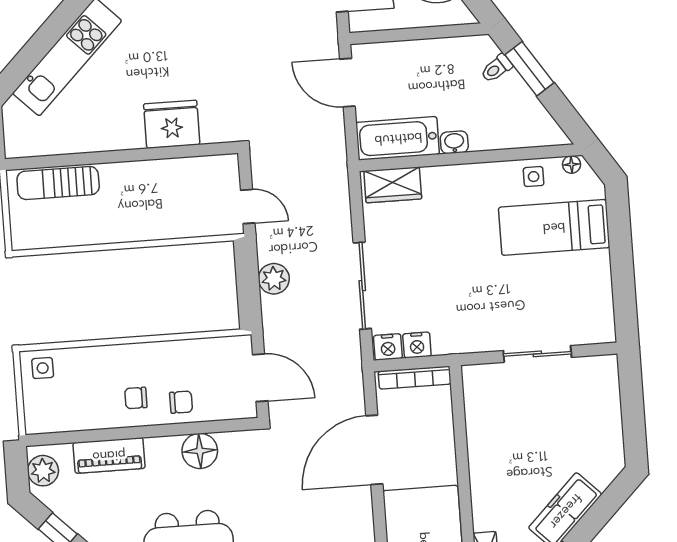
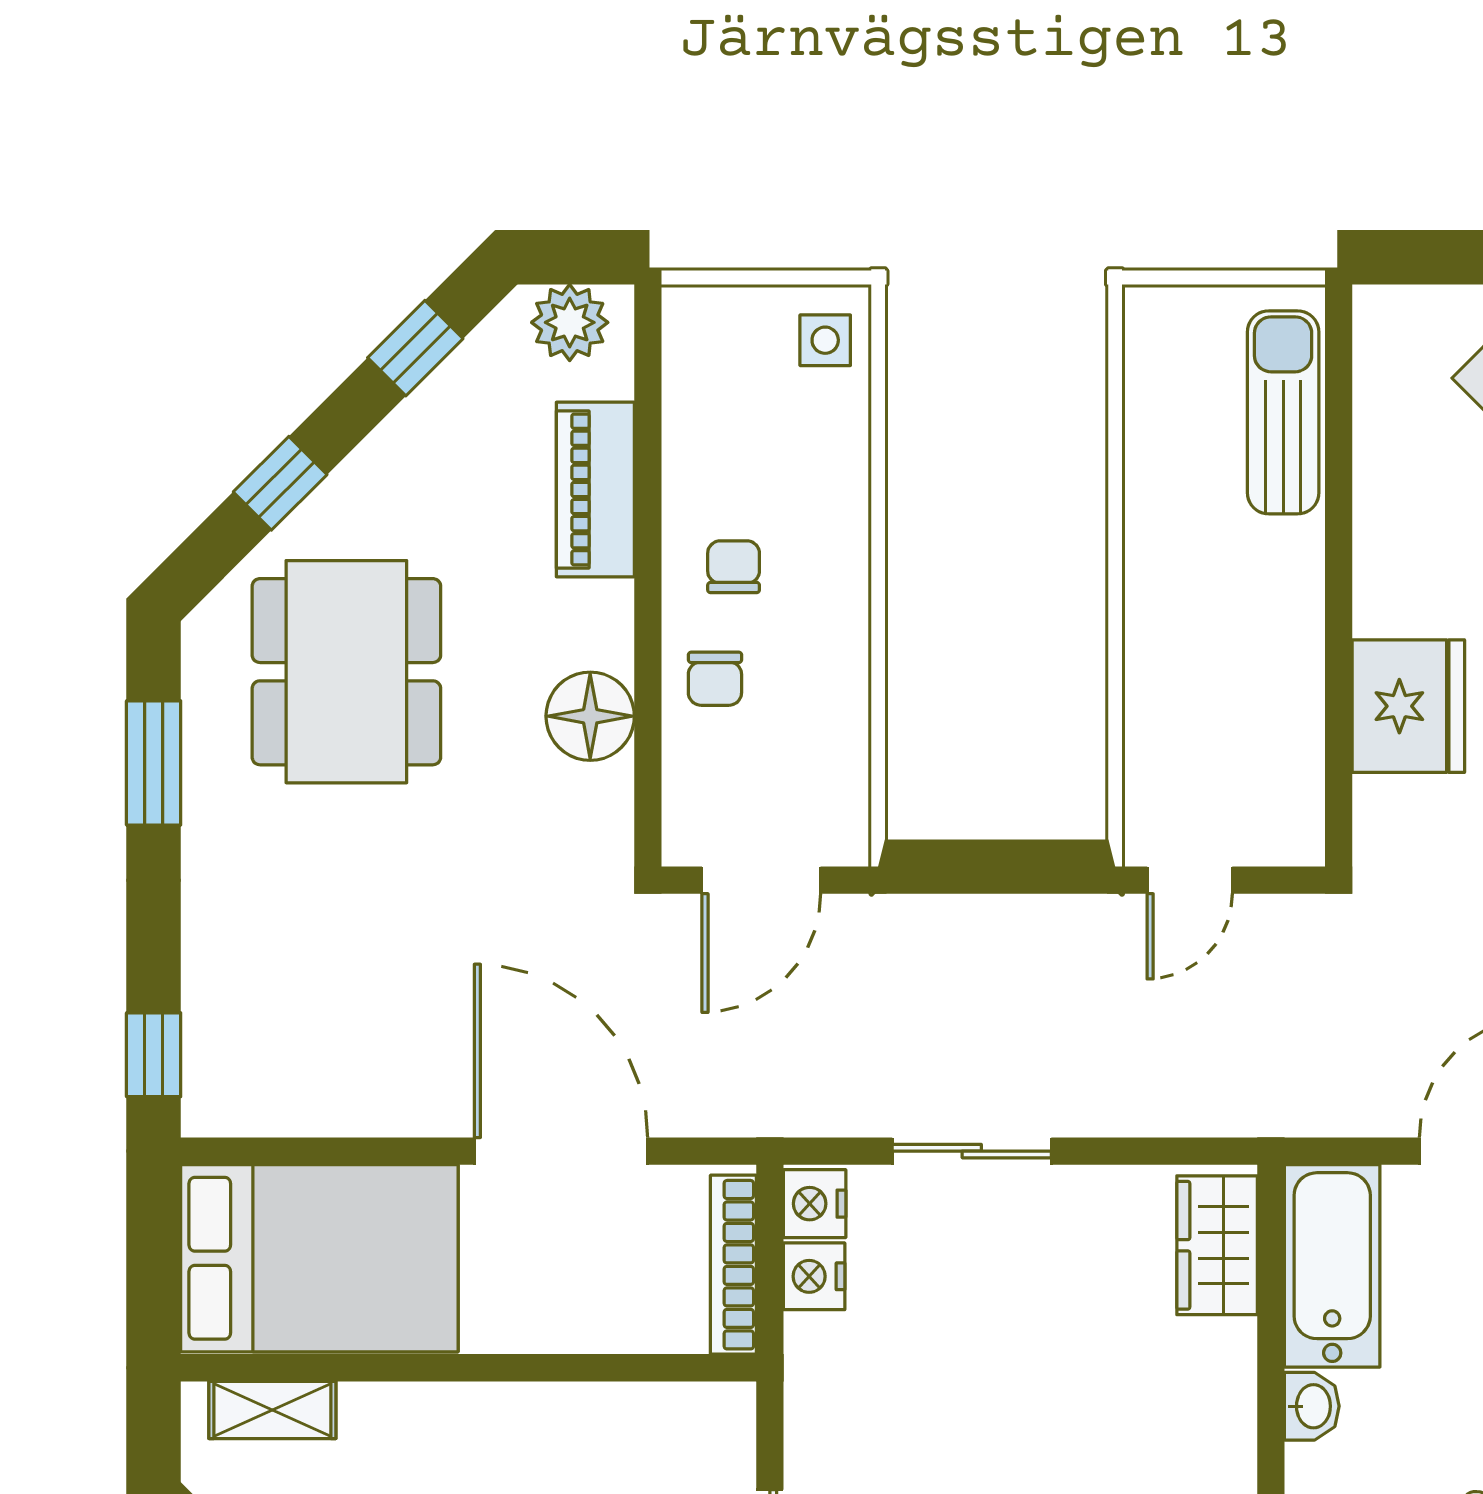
plant: (274, 279) -> (1005, 932), removed
sliding door: (362, 286) -> (972, 1151), width x0.73

